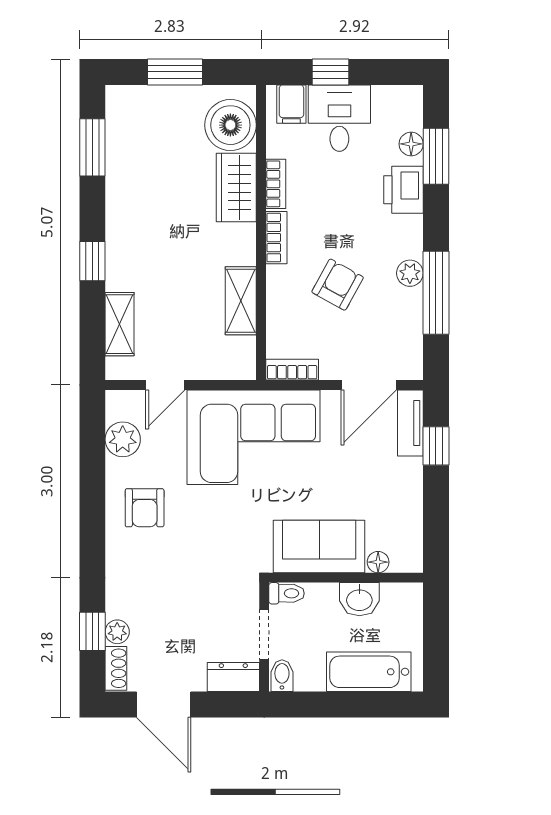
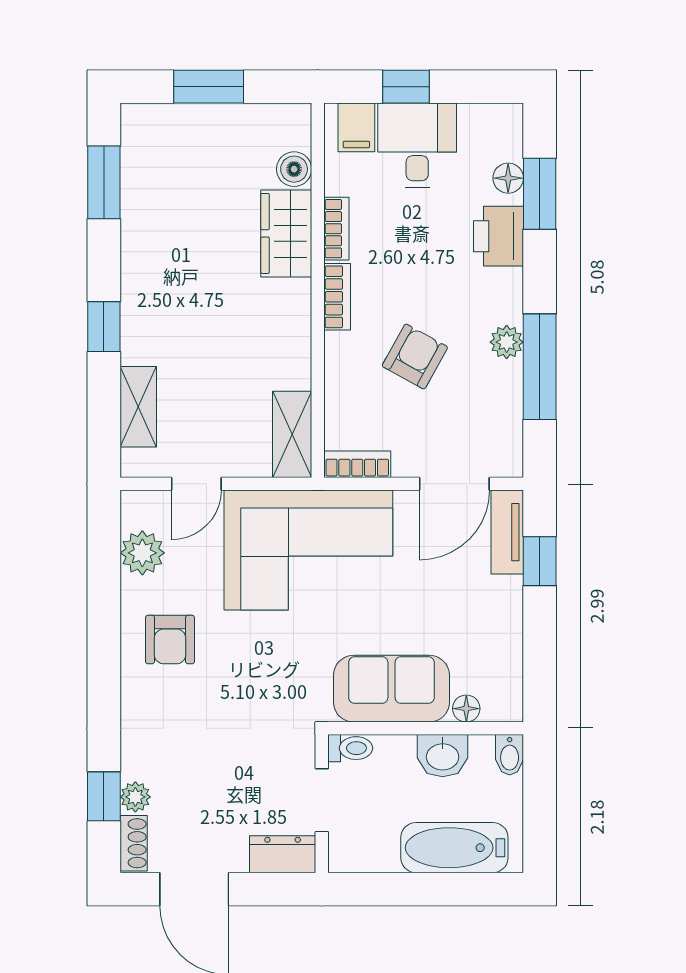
boiler: (230, 125) -> (294, 169), width x0.54, depth x0.54
shelving: (241, 301) -> (292, 434), moved
bidet: (282, 676) -> (510, 755), moved, turned 180

